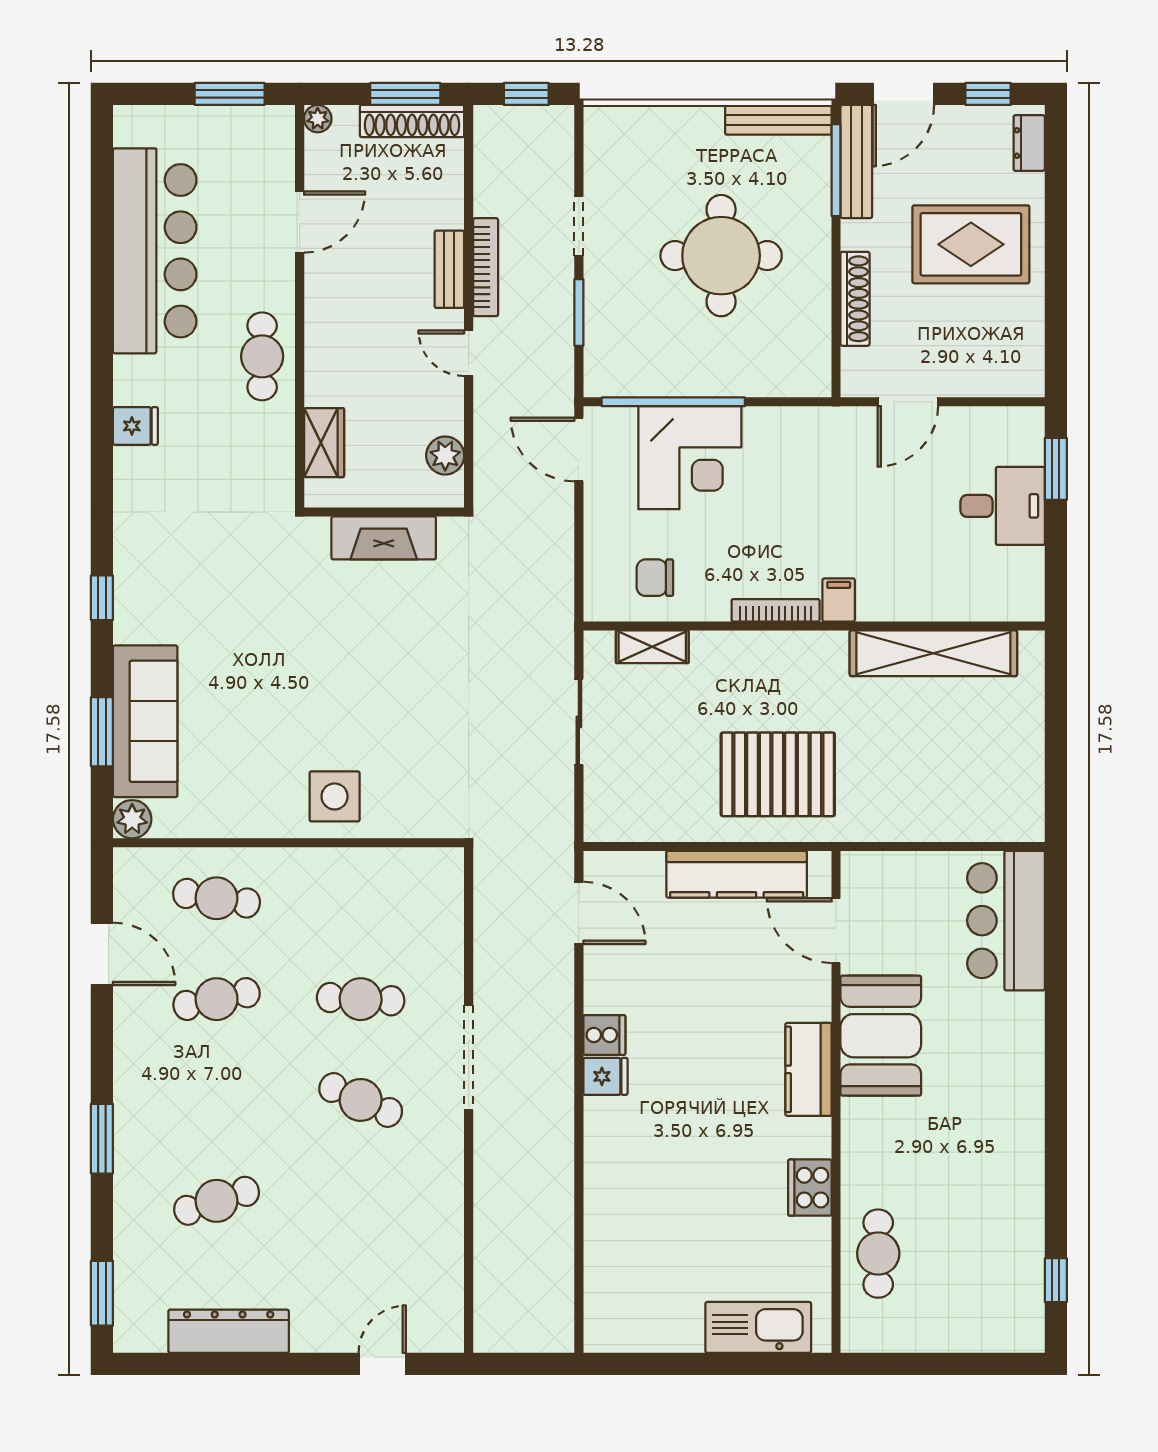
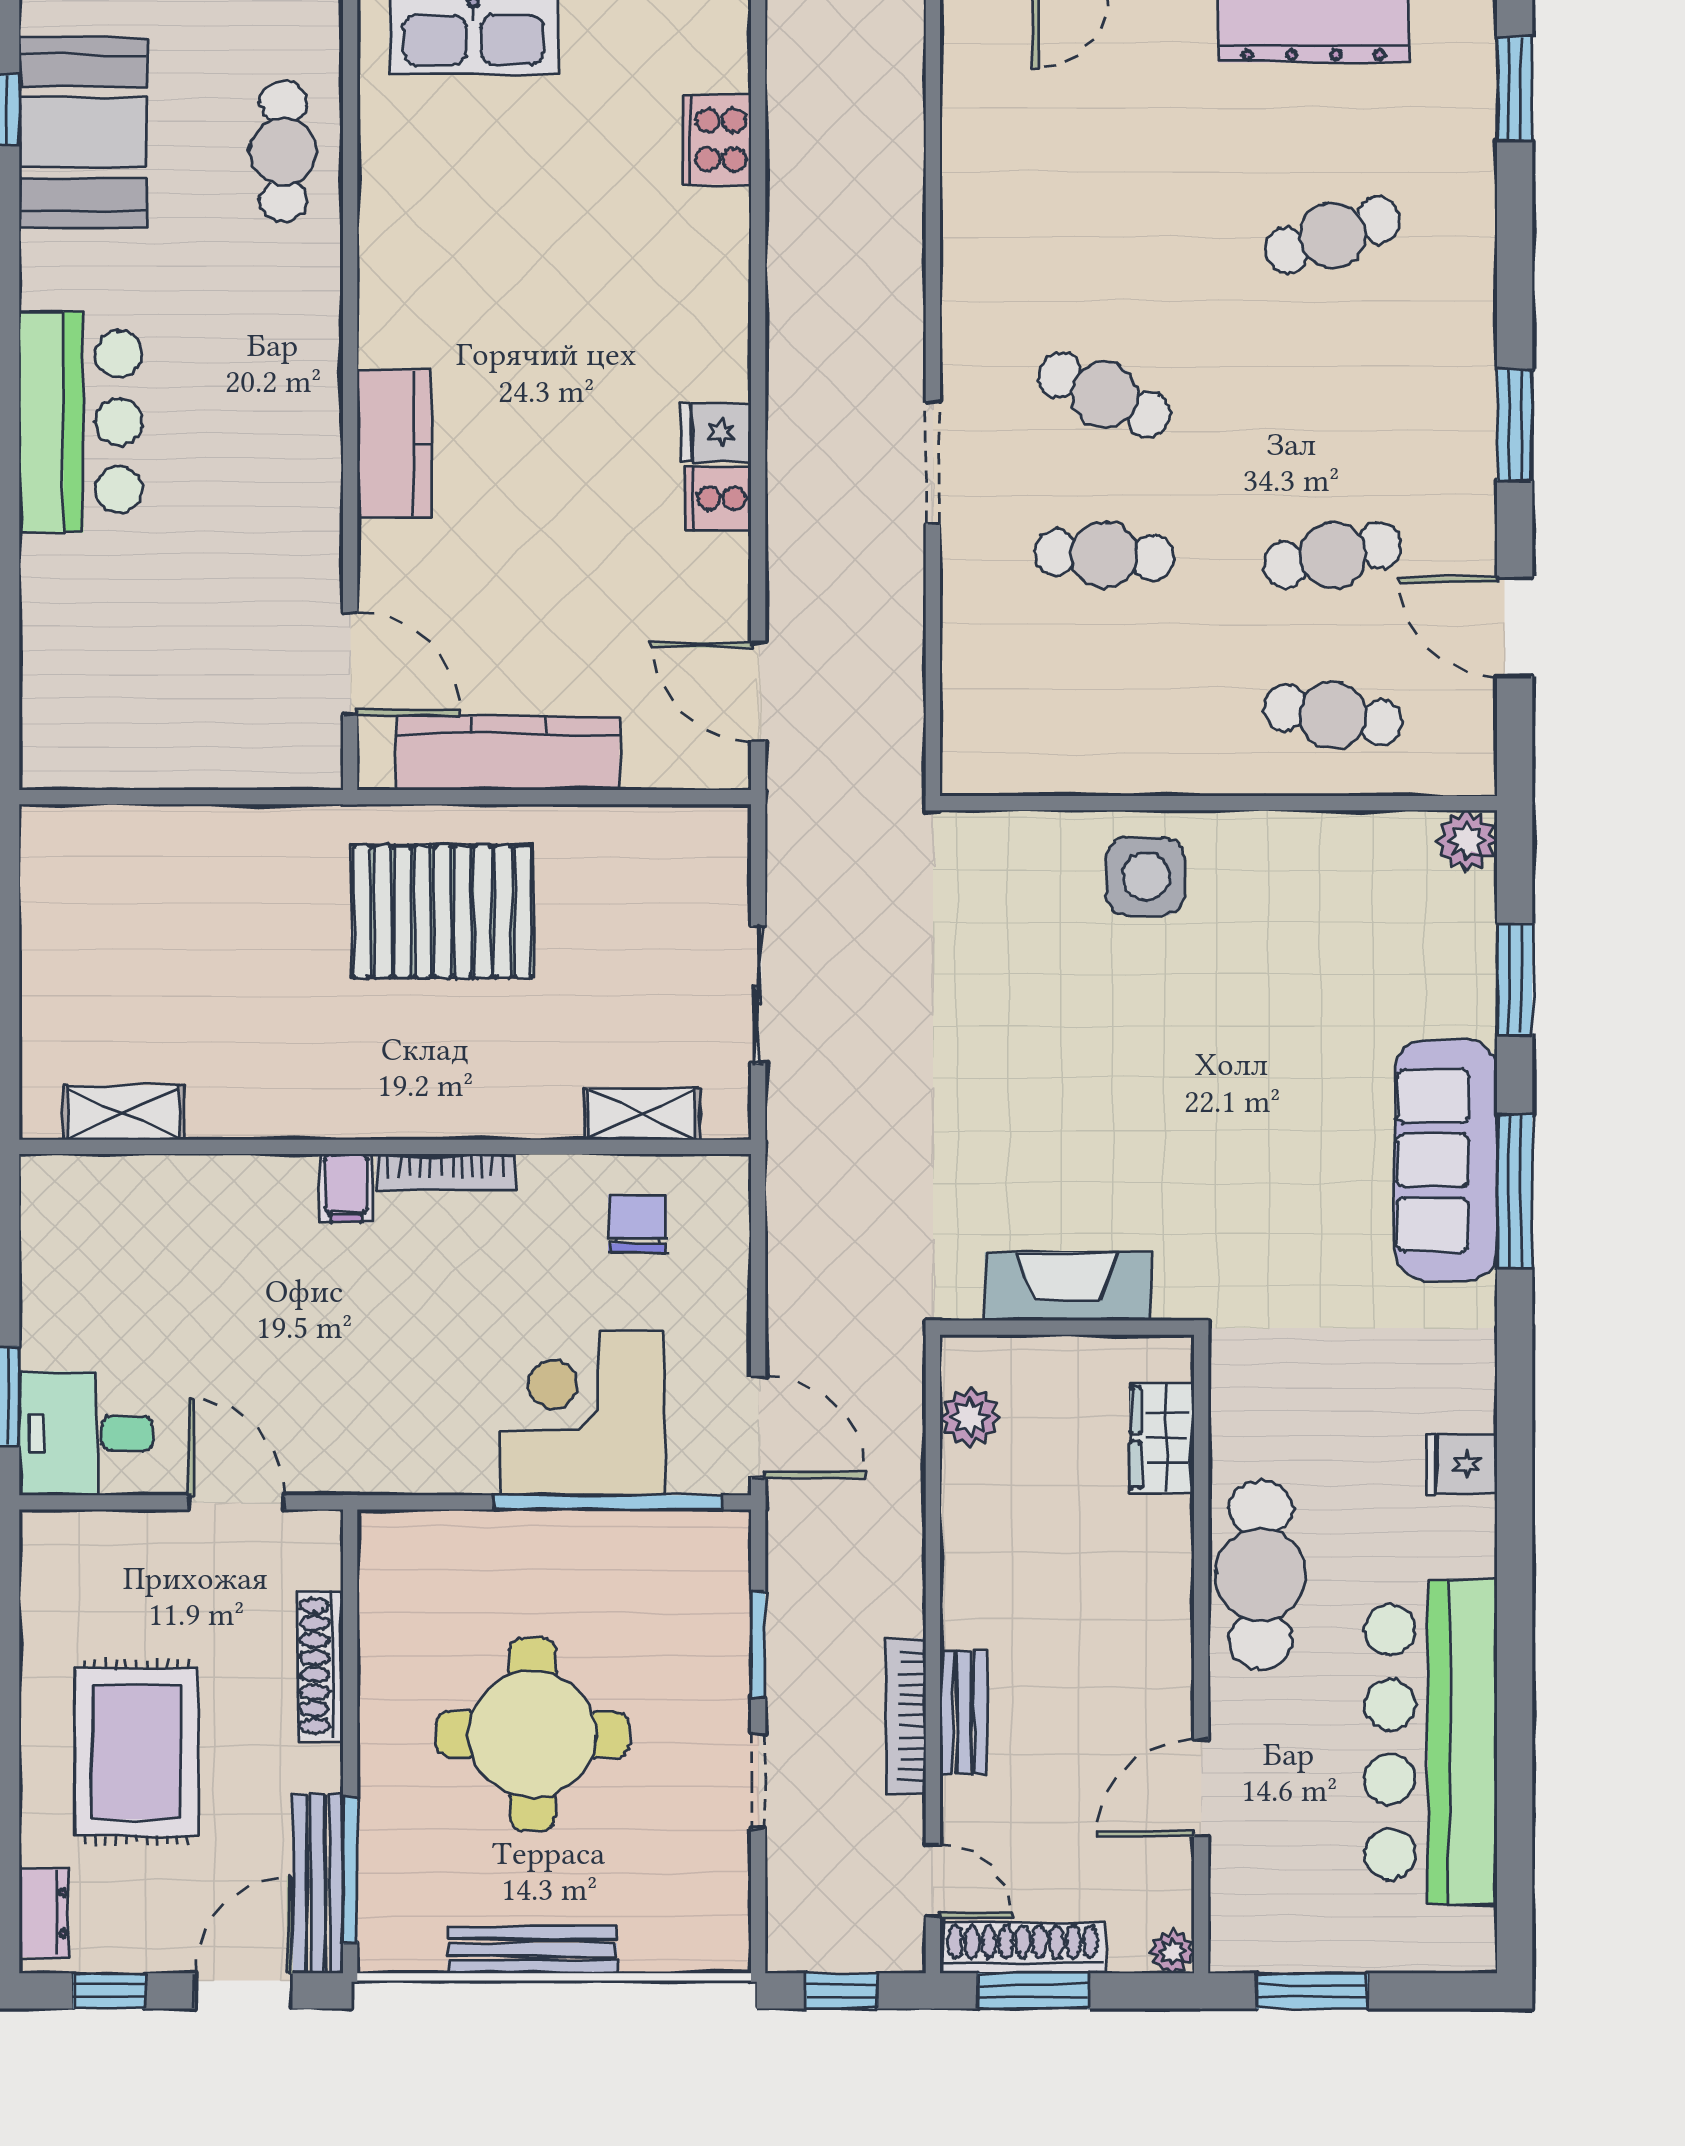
bench: (778, 120) -> (532, 1950), moved
rug: (971, 244) -> (136, 1752), turned 90
door: (469, 353) -> (933, 1881), moved
cafe table: (262, 356) -> (1261, 1575), width x1.37, depth x1.35
door: (908, 402) -> (236, 1502), hinge flipped
desk: (1003, 506) -> (86, 1433), moved
chair: (655, 578) -> (637, 1224), turned -90
window: (102, 598) -> (1515, 1192), width x2.17
shelving: (933, 653) -> (123, 1113), width x0.45, depth x0.75
sofa: (145, 721) -> (1446, 1160), moved
bar counter: (1006, 921) -> (81, 422), moved
booth: (881, 1036) -> (83, 133), moved
doorway: (469, 1058) -> (933, 462), width x0.73
window: (102, 1139) -> (1515, 425), moved
cooker: (810, 1188) -> (717, 140), moved, turned 180

